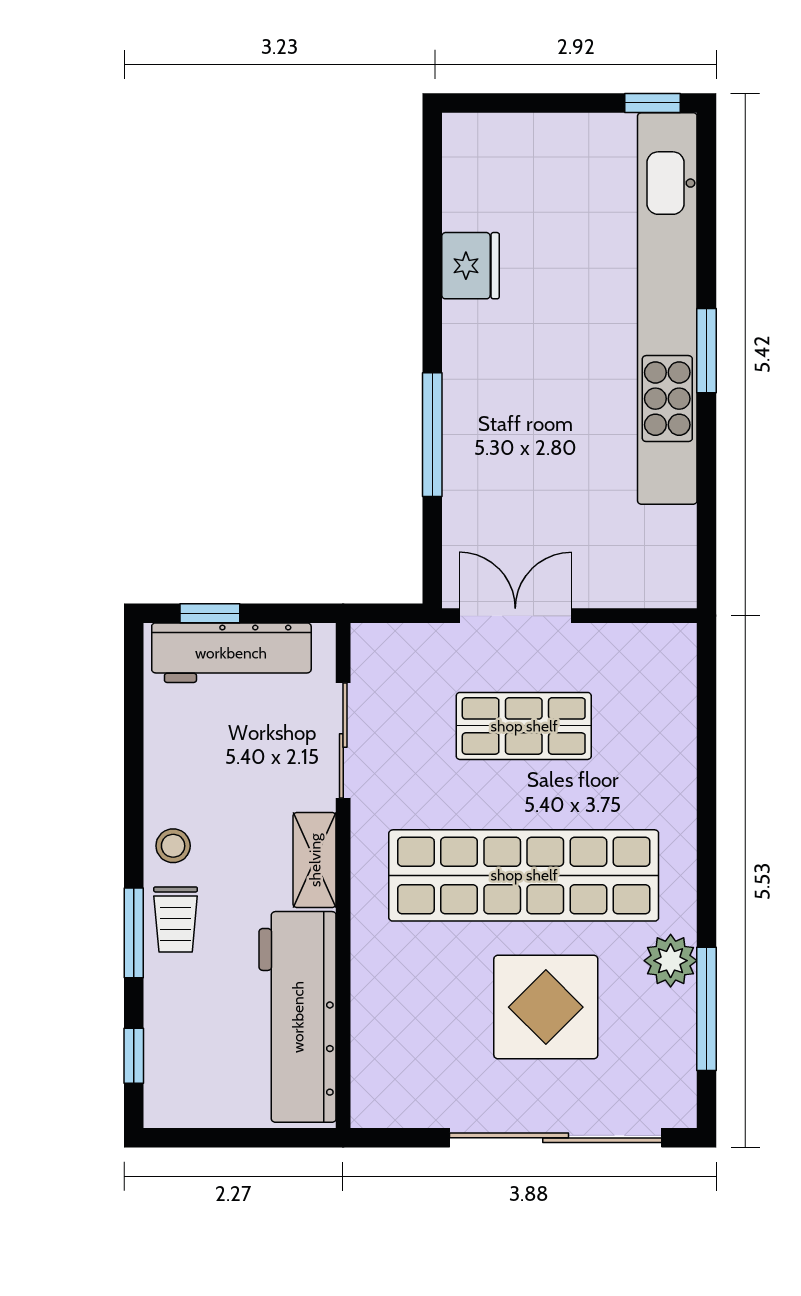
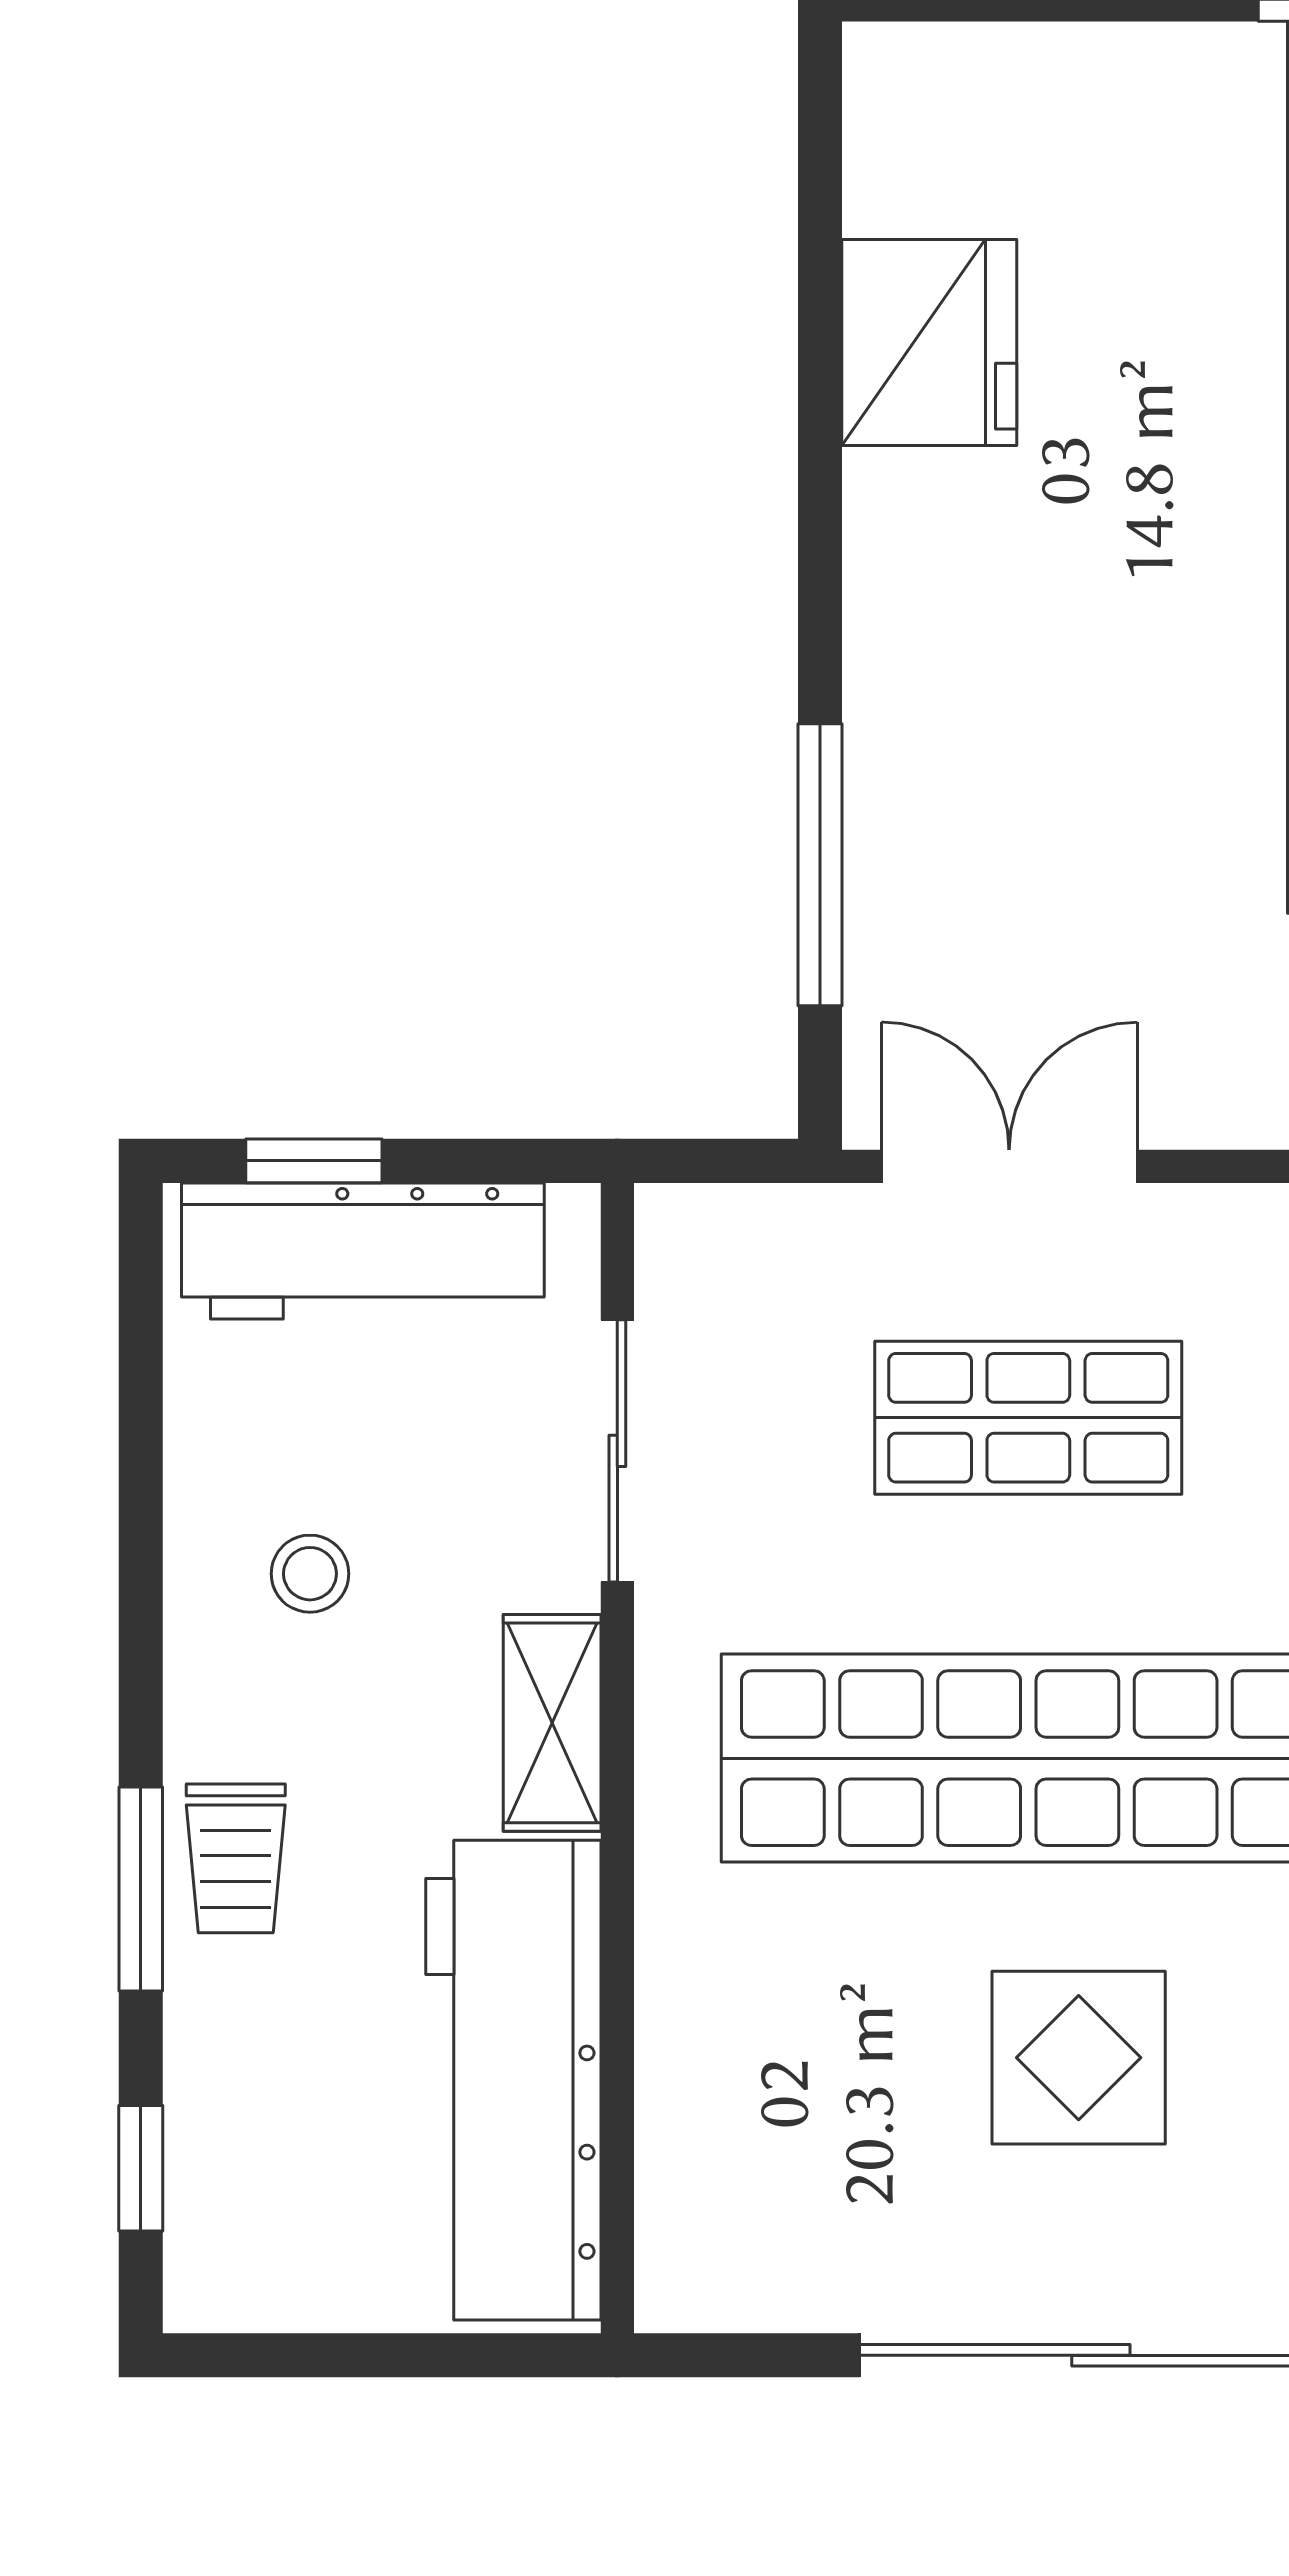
fridge: (471, 266) -> (929, 343), width x1.36, depth x1.34
window: (432, 435) -> (820, 865), moved
stool: (173, 846) -> (310, 1574), moved
display table: (546, 1007) -> (1079, 2058), width x0.73, depth x0.73

